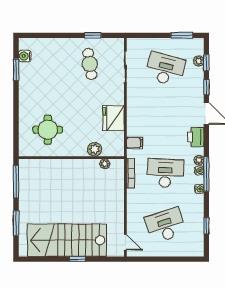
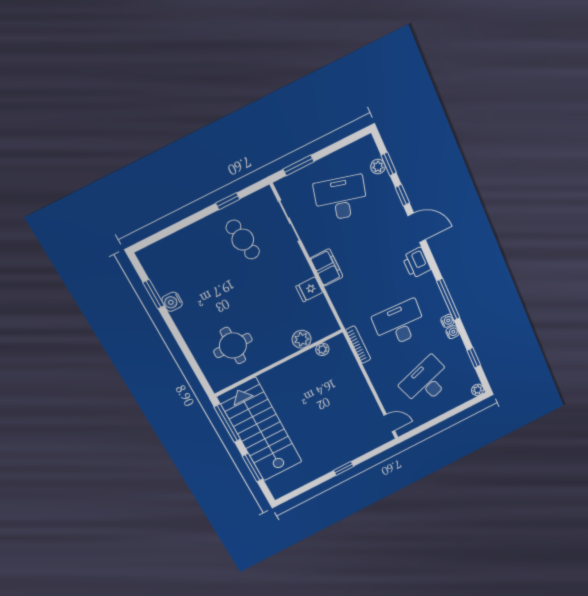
window: (182, 35) -> (299, 165), moved
water cooler: (25, 56) -> (172, 302), moved
fridge: (113, 118) -> (309, 289), width x0.53, depth x0.75
filing cabinet: (135, 143) -> (327, 267), moved, width x2.00
plant: (199, 160) -> (478, 390), moved
water cooler: (199, 171) -> (452, 332), moved
stairs: (67, 240) -> (260, 430), moved, turned 90

